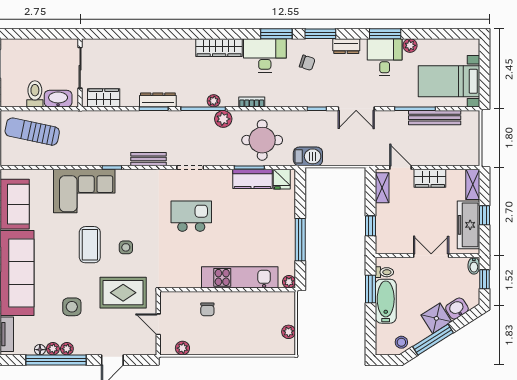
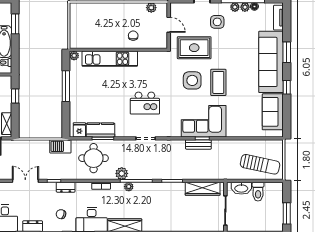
wardrobe: (104, 98) -> (203, 189), width x1.50
dresser: (158, 100) -> (66, 187), moved, width x0.70
bench: (149, 159) -> (198, 144), moved
corner sofa: (84, 191) -> (204, 121), moved
side table: (126, 247) -> (192, 80), width x1.87, depth x1.87
window: (370, 289) -> (15, 24), moved
side table: (72, 307) -> (217, 22), moved
plant: (289, 332) -> (74, 19), removed

